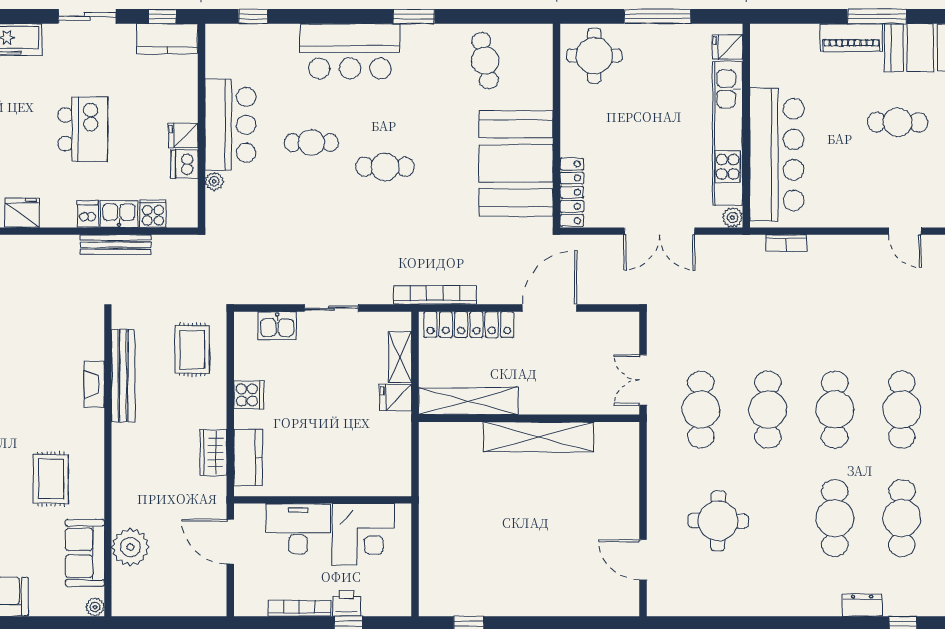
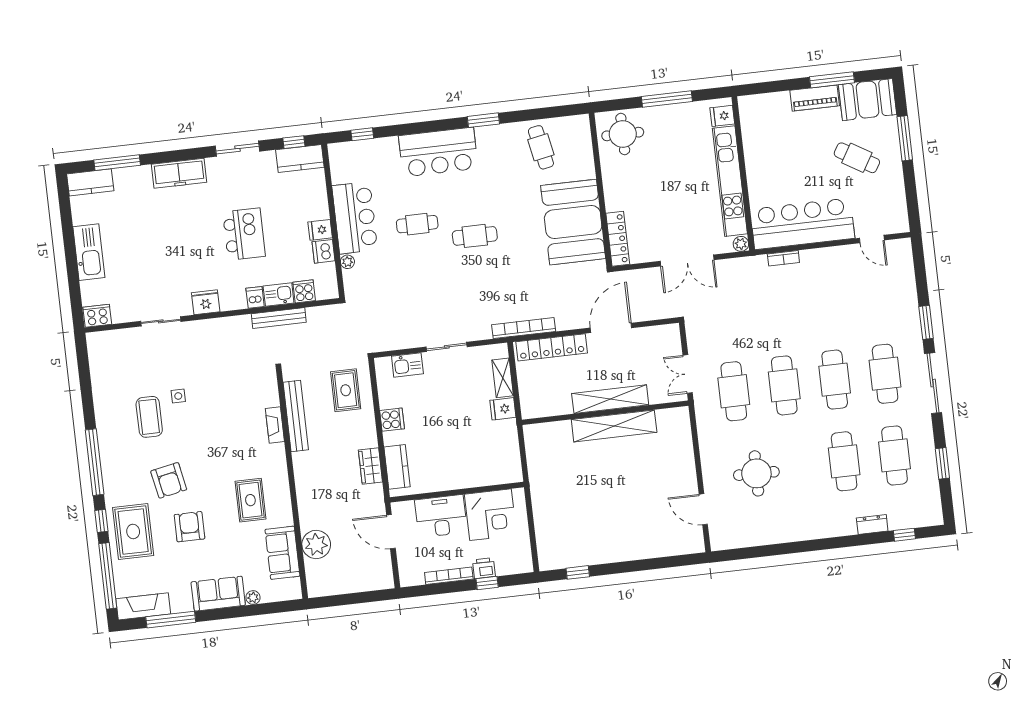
cafe table: (898, 122) -> (857, 158), turned 31
bar counter: (777, 155) -> (802, 224), moved, turned -90
shelving: (468, 401) -> (610, 399), moved
plant: (95, 607) -> (253, 597), moved

